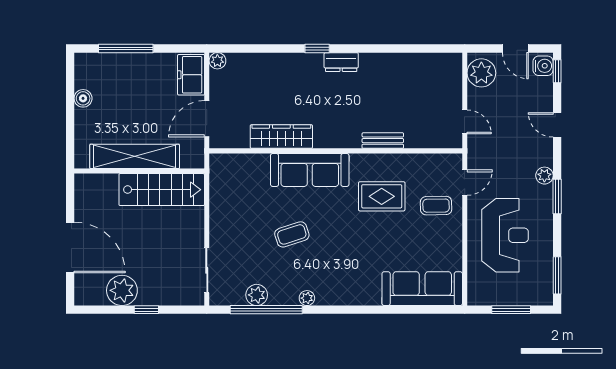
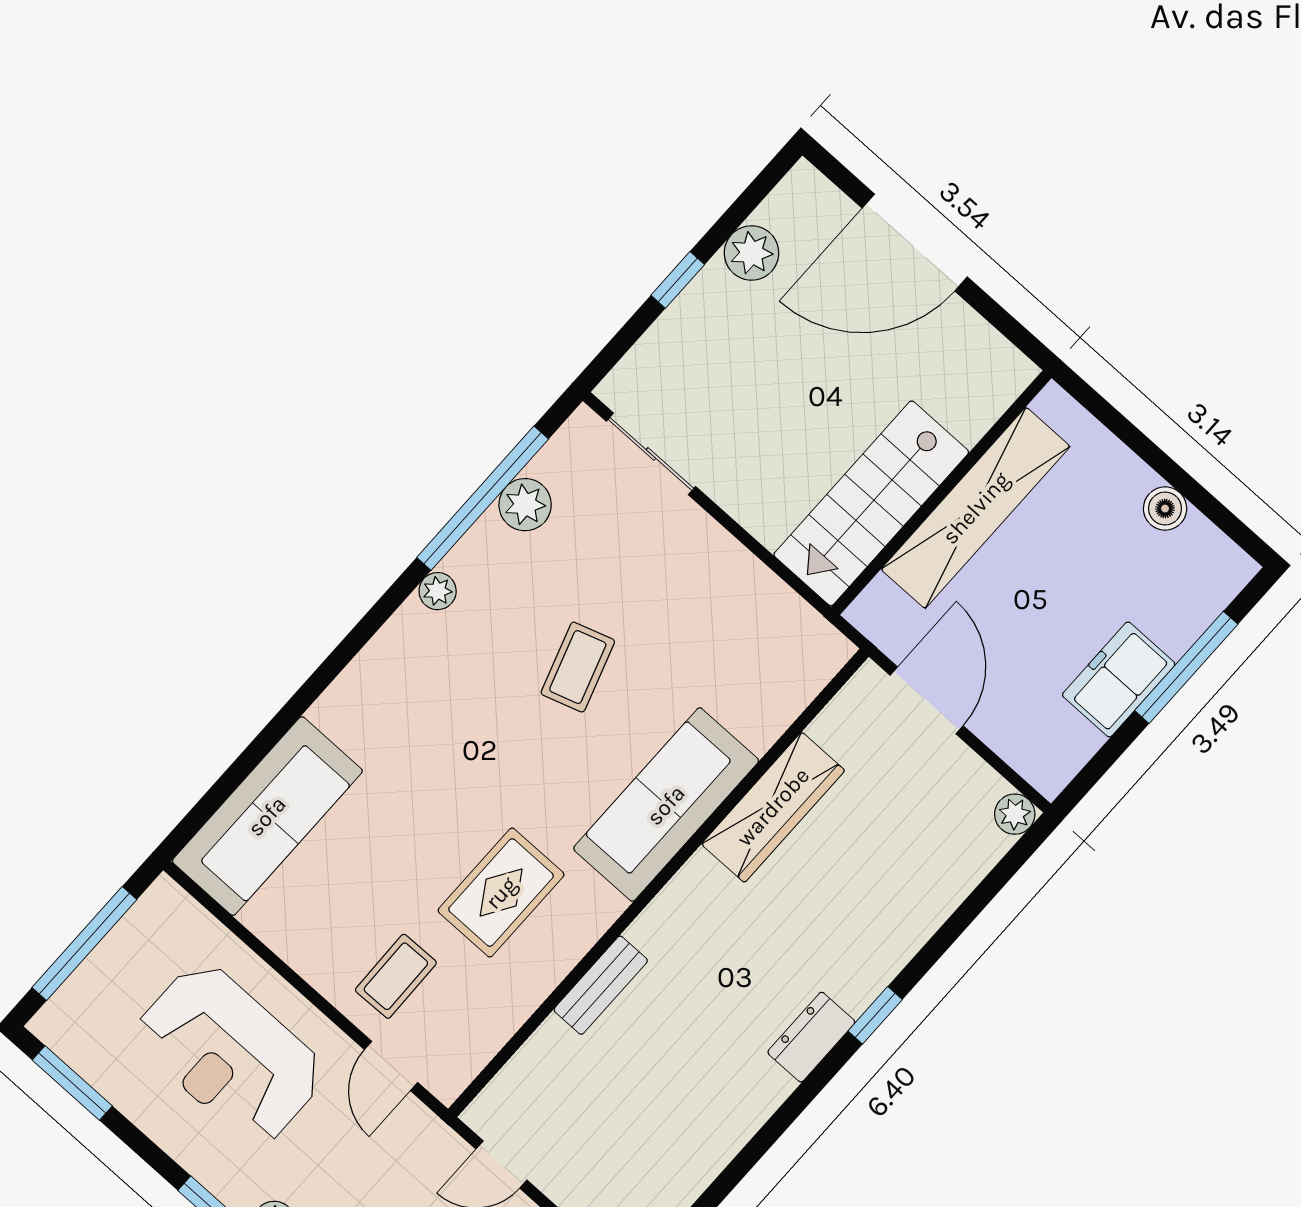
freezer: (191, 75) -> (1119, 679), moved, turned -90
plant: (122, 290) -> (752, 253), width x0.73, depth x0.73
window: (511, 310) -> (84, 944), width x1.44

